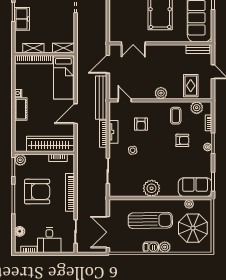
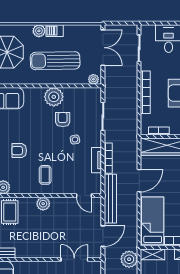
plant: (84, 44) -> (129, 259), added
coffee table: (176, 116) -> (45, 175), moved
armchair: (141, 124) -> (63, 120), moved
plant: (189, 204) -> (93, 79), moved

